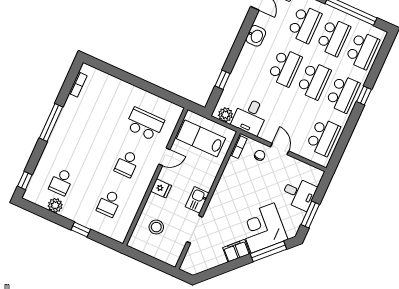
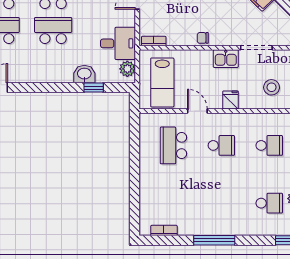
washbasin: (256, 36) -> (84, 74), moved
chair: (260, 155) -> (203, 38), moved

